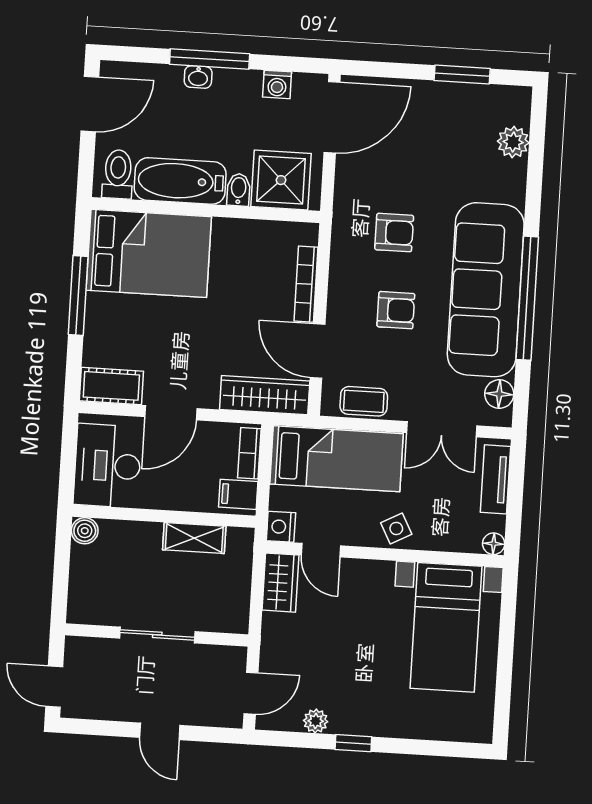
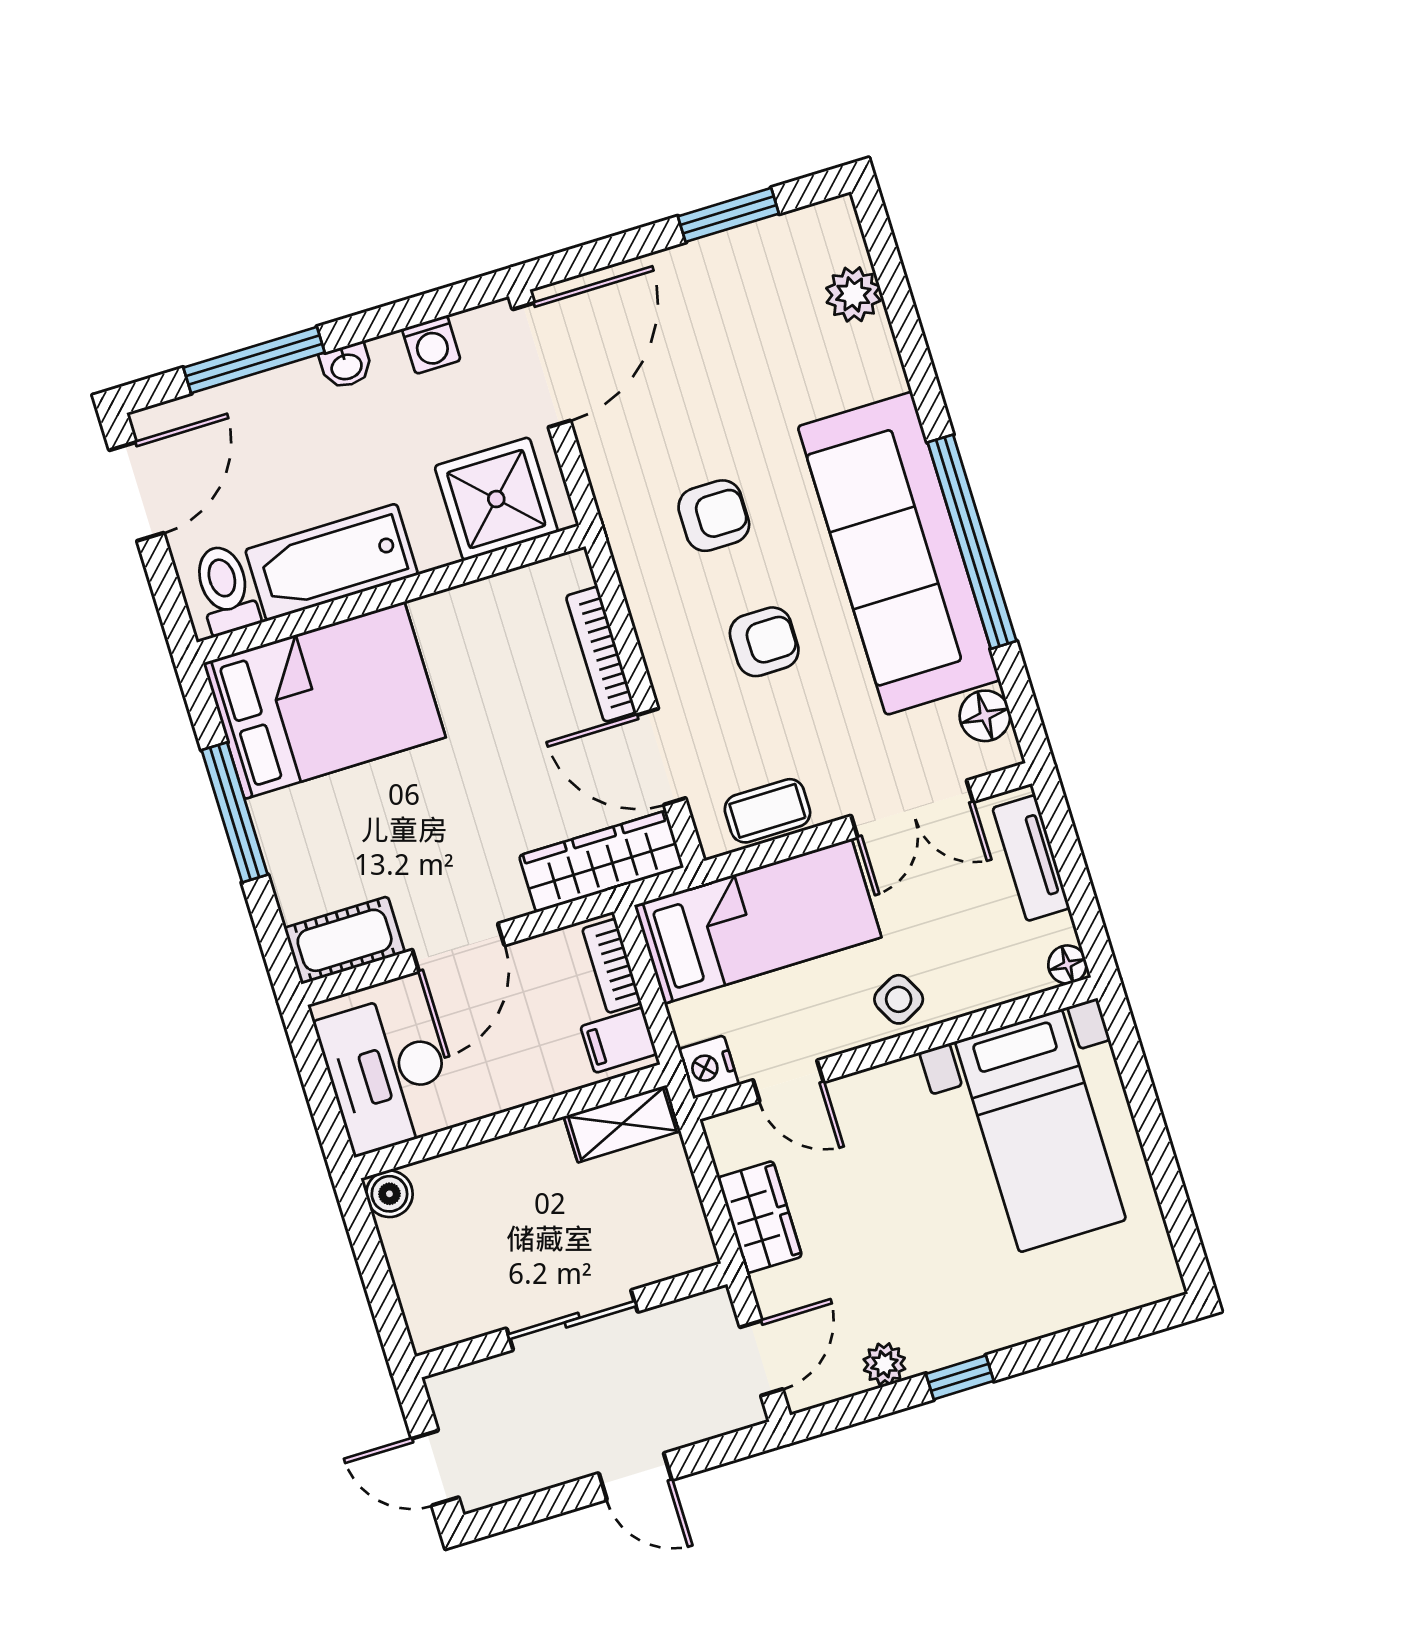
window: (210, 59) -> (254, 360), moved
washbasin: (198, 77) -> (346, 366), moved
bidet: (239, 190) -> (433, 541), removed
shelving: (194, 538) -> (622, 1124), moved
wardrobe: (280, 583) -> (760, 1217), moved

